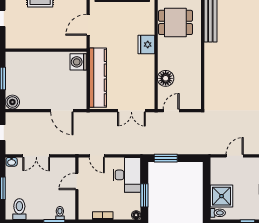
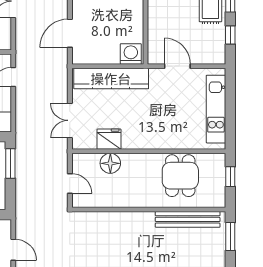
fridge: (146, 44) -> (109, 139), moved
door: (171, 111) -> (70, 183), moved

